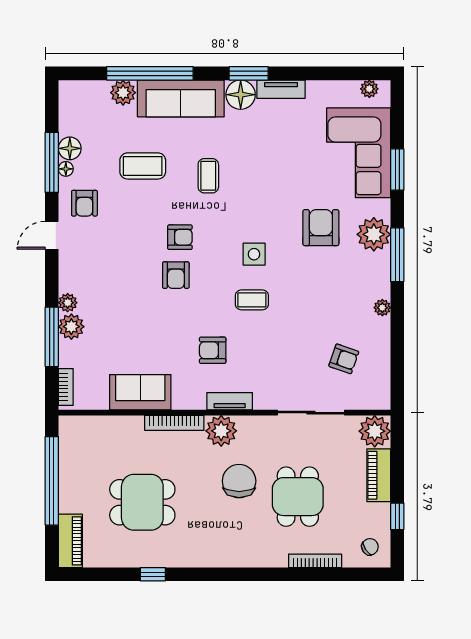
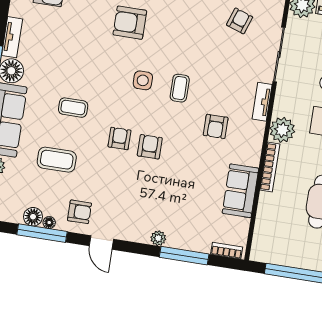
coffee table: (143, 166) -> (57, 160), turned 90
armchair: (176, 275) -> (150, 147), turned -90
plant: (71, 327) -> (178, 238), removed
tv unit: (230, 401) -> (262, 102), moved

